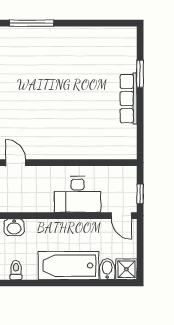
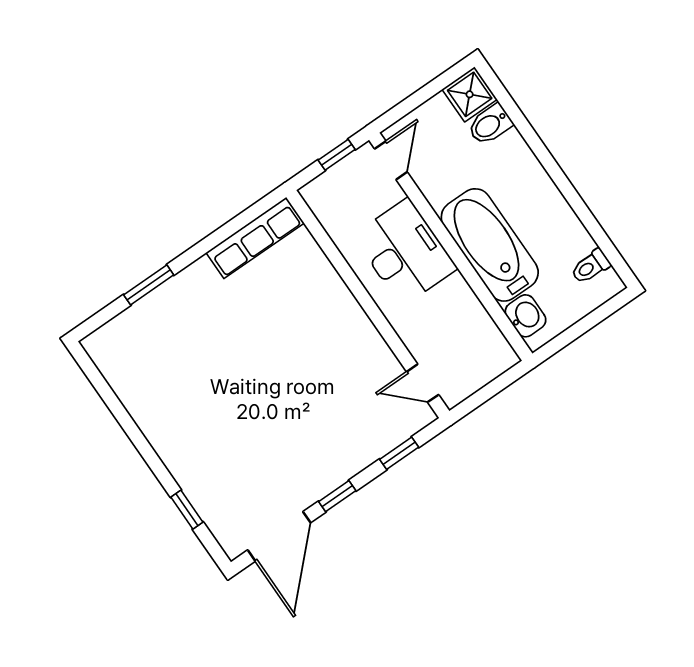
window: (32, 23) -> (187, 510), width x0.46
row of seats: (129, 99) -> (255, 238), moved
door: (16, 163) -> (423, 383), hinge flipped
bathtub: (68, 266) -> (490, 245), moved, turned 180

